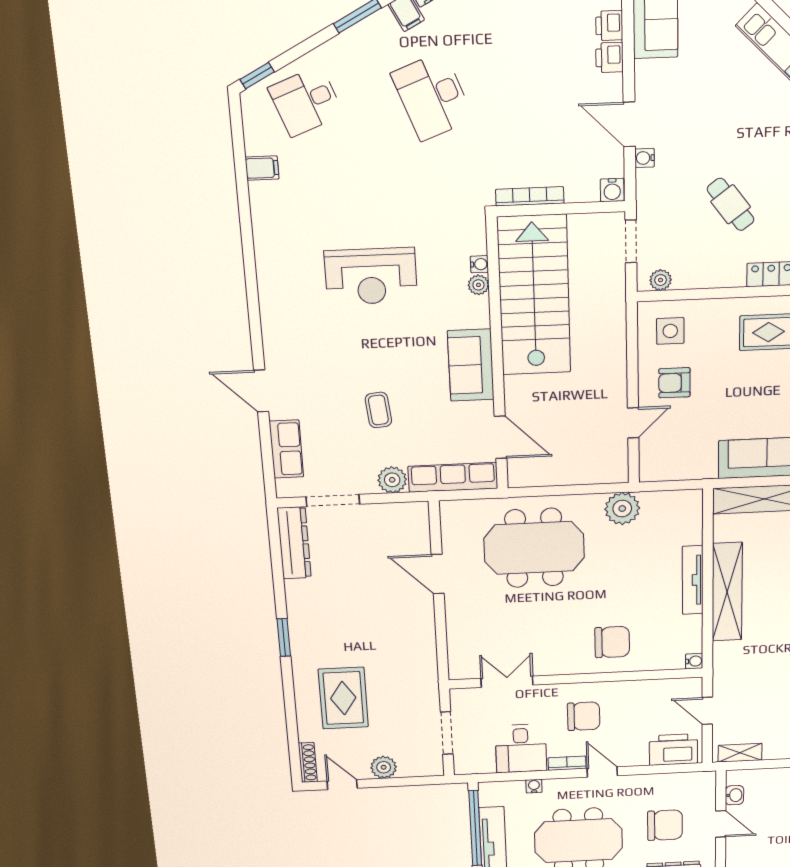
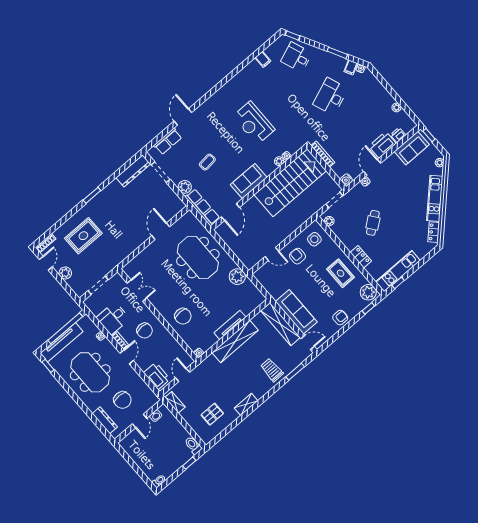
printer: (610, 57) -> (382, 145), width x1.87, depth x1.48

